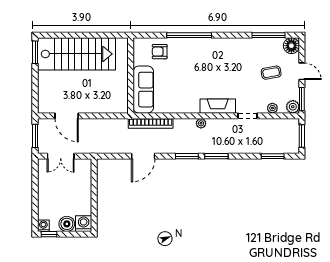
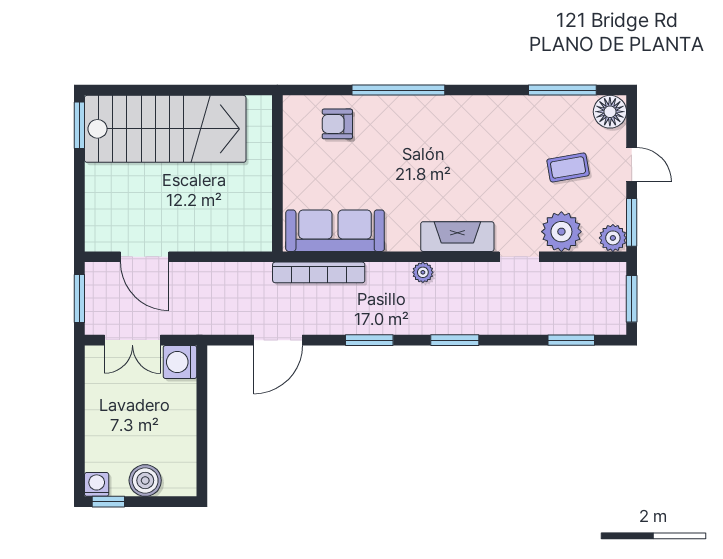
sofa: (143, 90) -> (335, 231), moved, turned -90
plant: (272, 108) -> (561, 232), width x1.88, depth x1.88
door: (143, 156) -> (278, 340), moved
window: (187, 156) -> (369, 340), moved
washing machine: (84, 224) -> (180, 362), moved, turned -90

